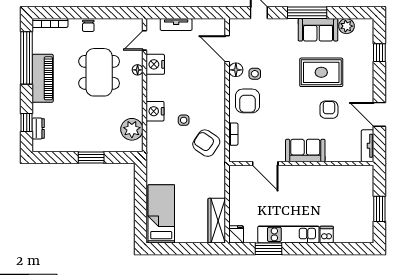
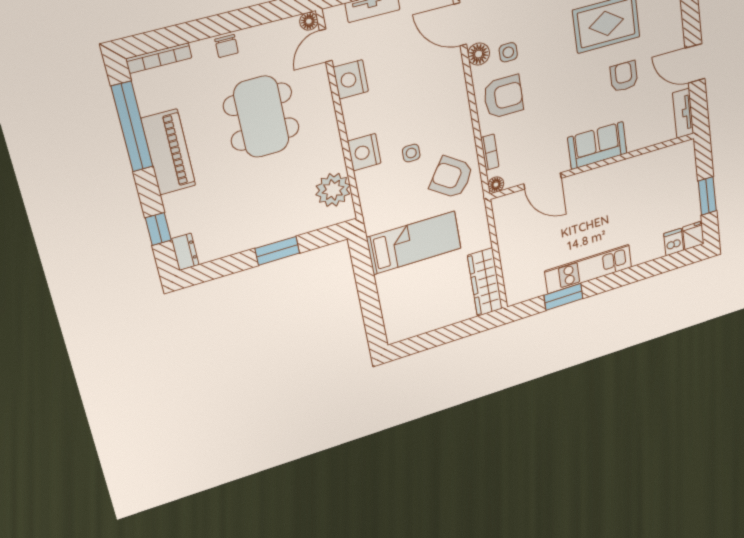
floor lamp: (138, 70) -> (309, 21), moved
armchair: (247, 101) -> (503, 97), turned -90
dresser: (38, 129) -> (185, 252), moved
floor lamp: (234, 157) -> (496, 185), added
bed: (161, 214) -> (414, 243), moved, turned 90
fridge: (236, 234) -> (693, 235), moved
dishwasher: (327, 235) -> (674, 242), moved

